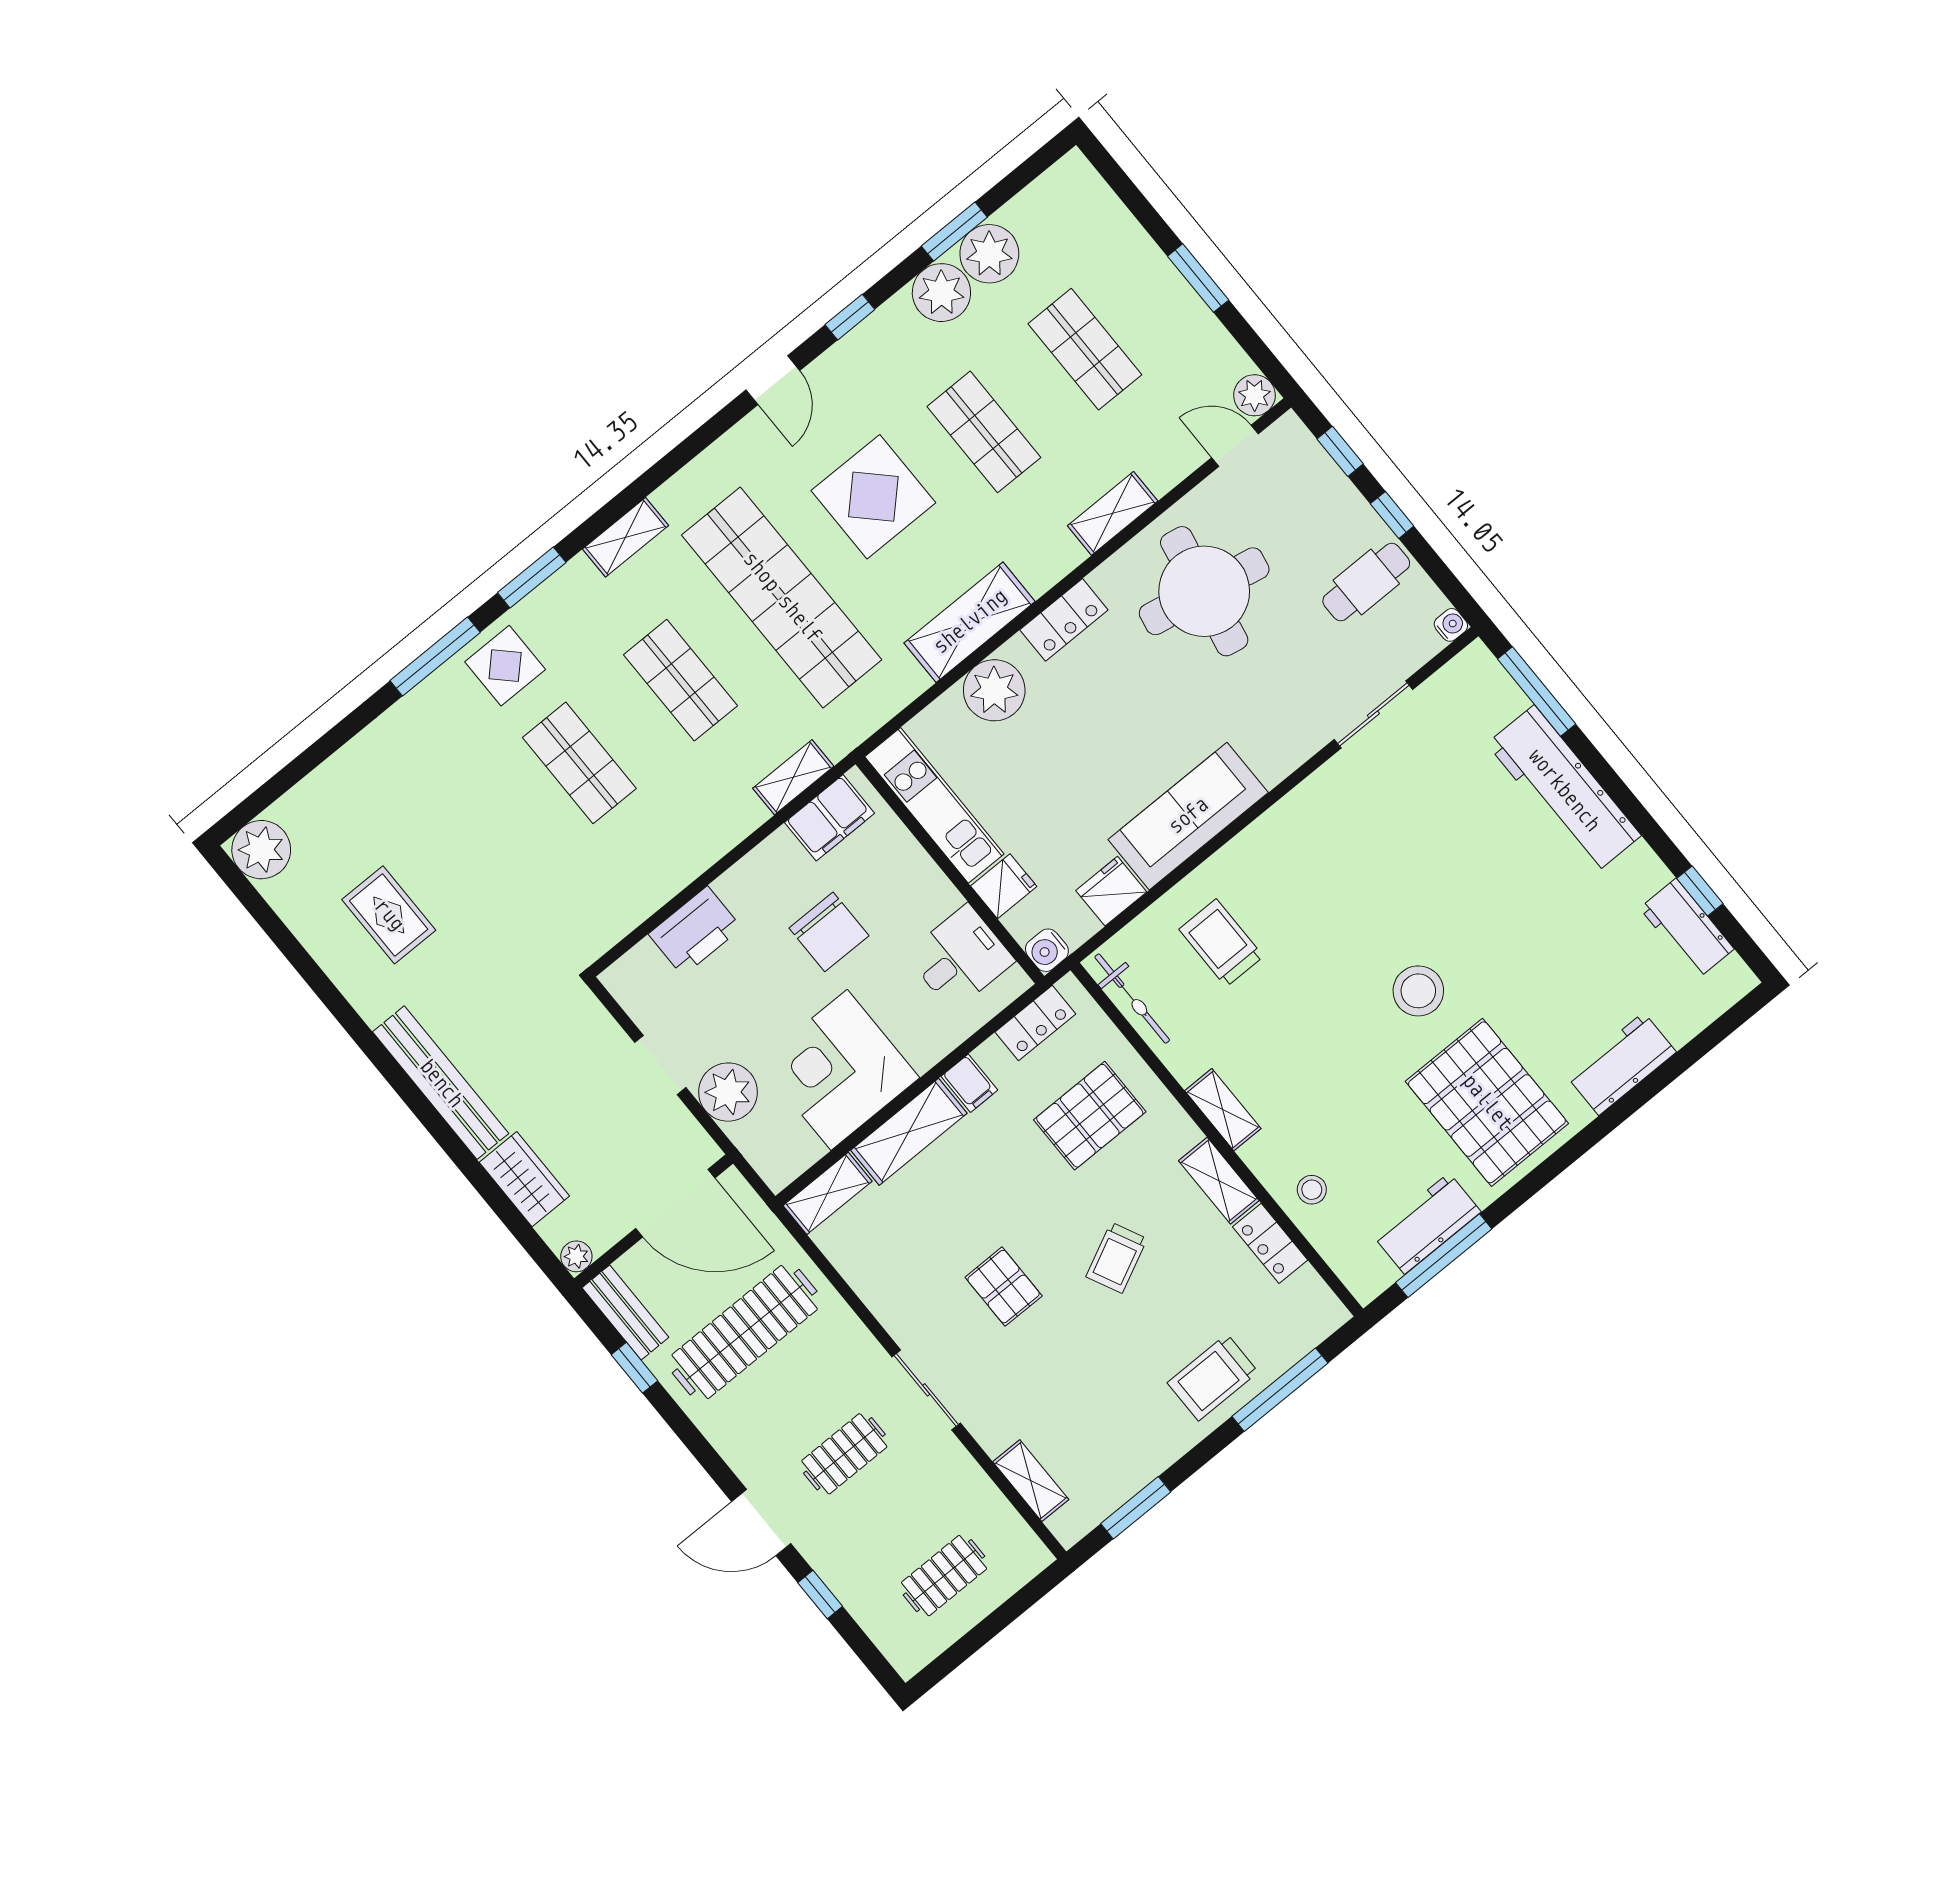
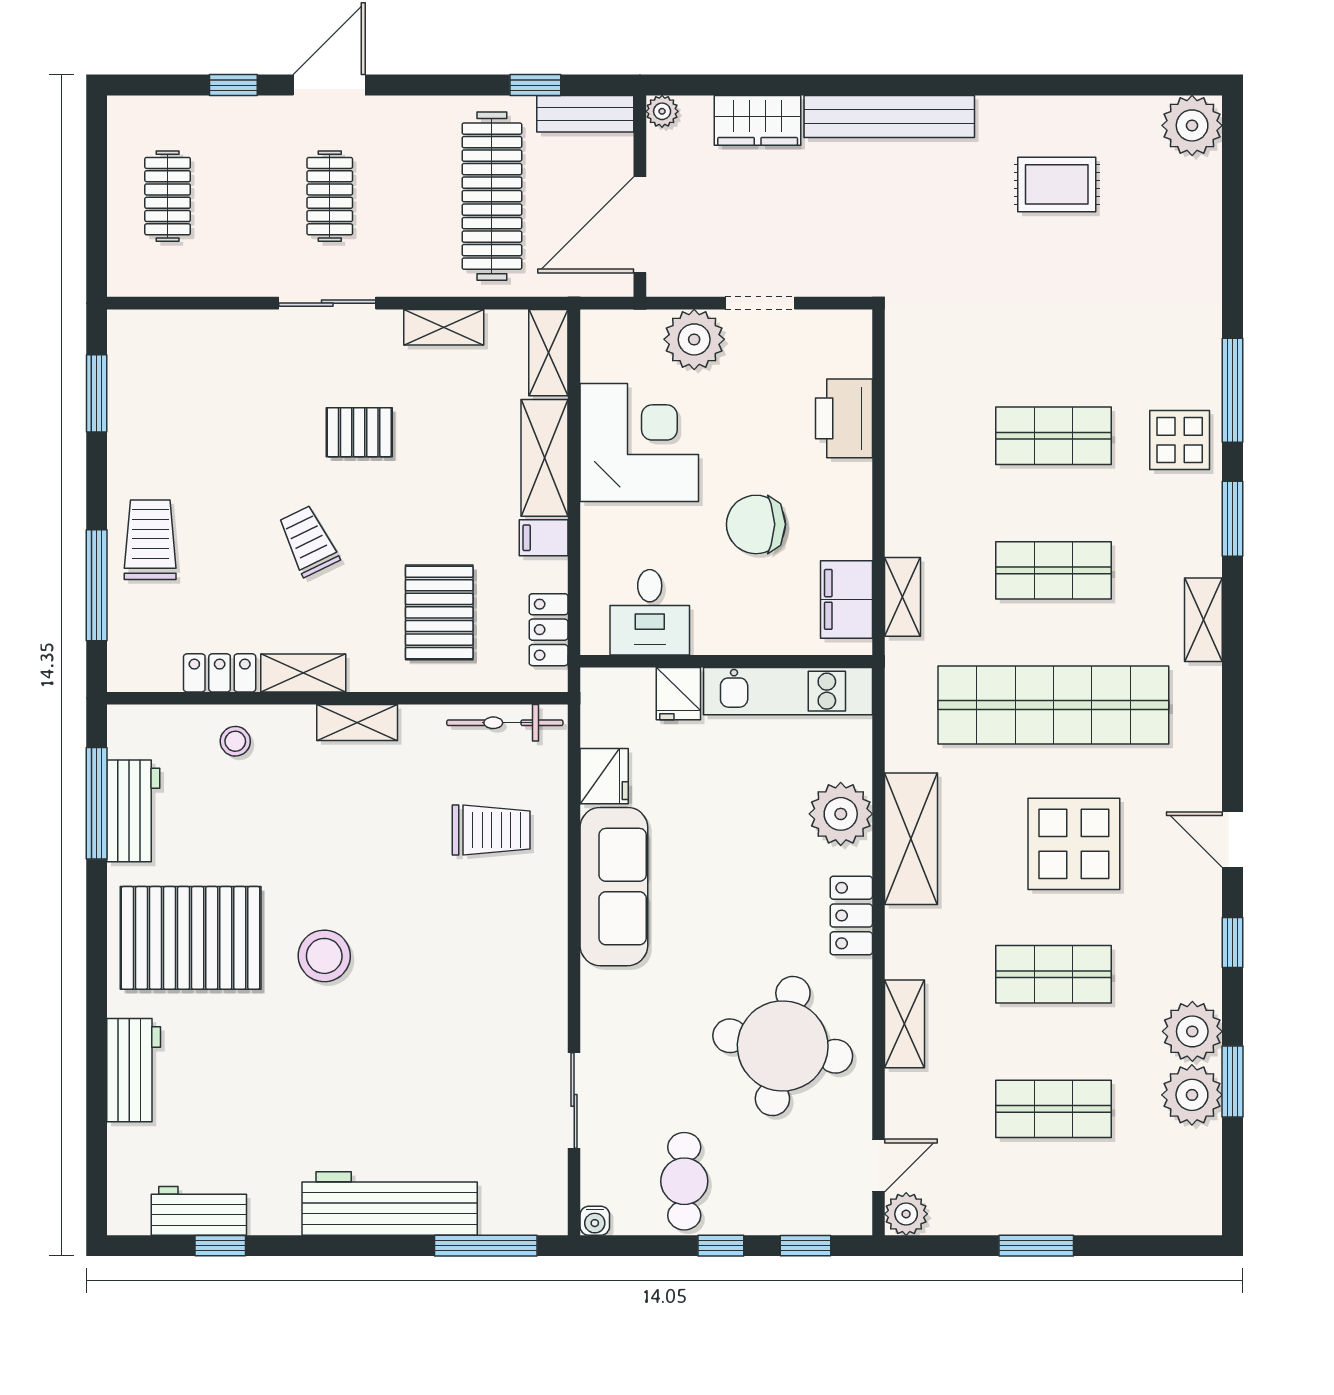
water cooler: (1047, 950) -> (599, 686), removed
shelving: (1031, 1481) -> (444, 327), moved

